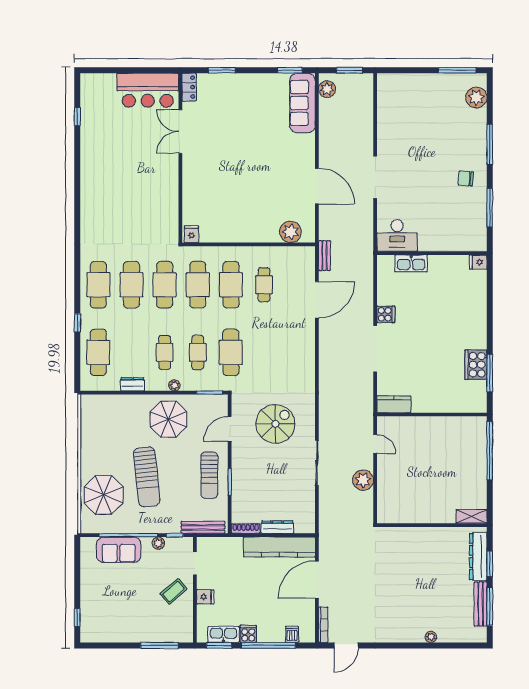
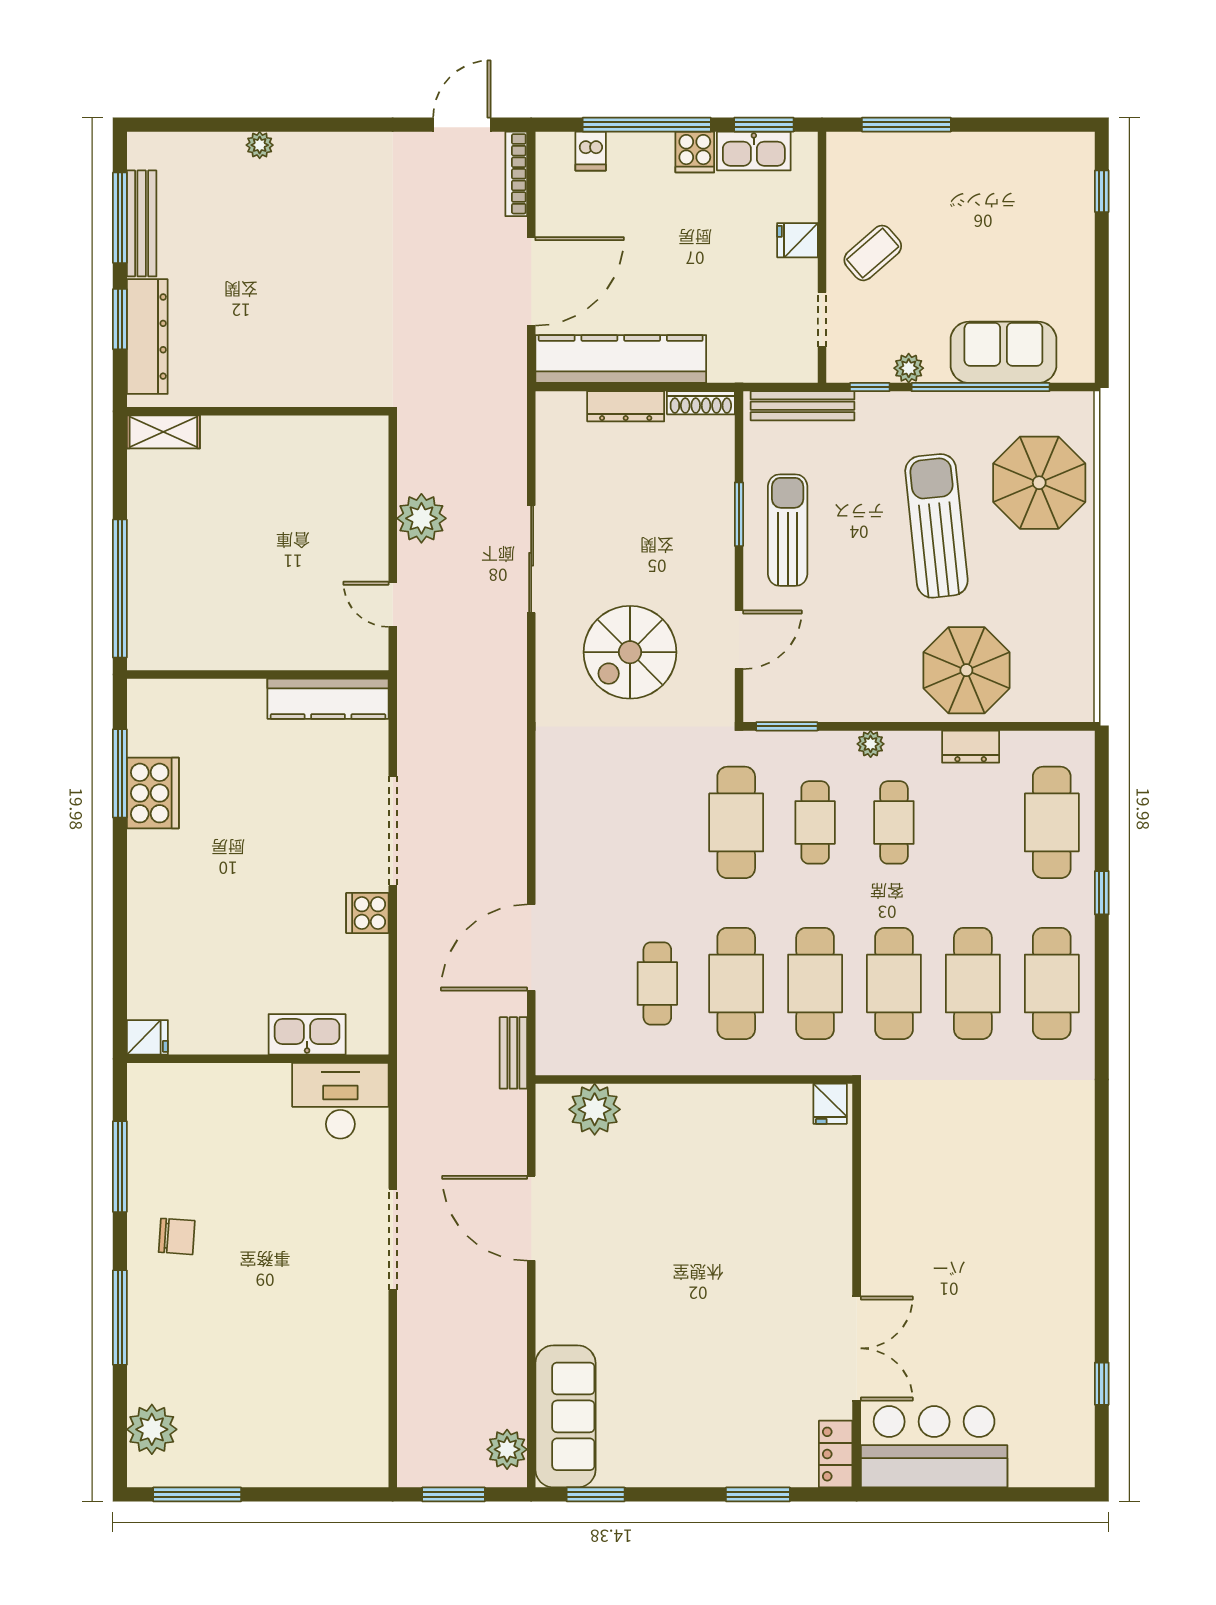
kitchen counter: (394, 404) -> (328, 699), width x1.50
parasol: (168, 419) -> (966, 670), moved

